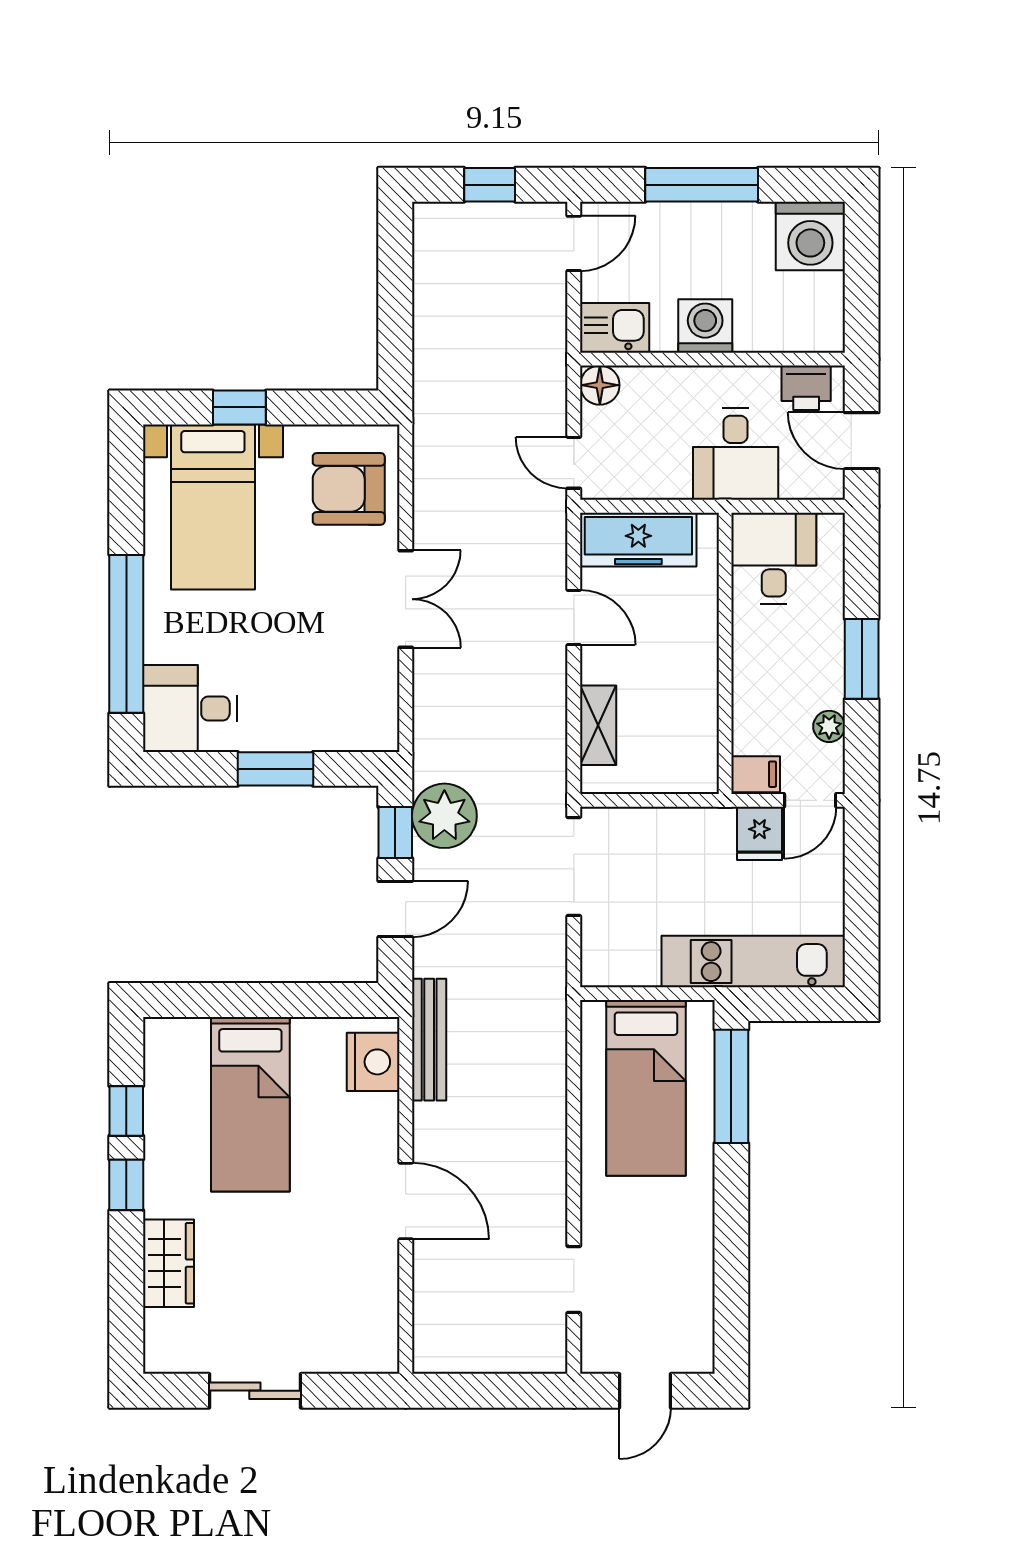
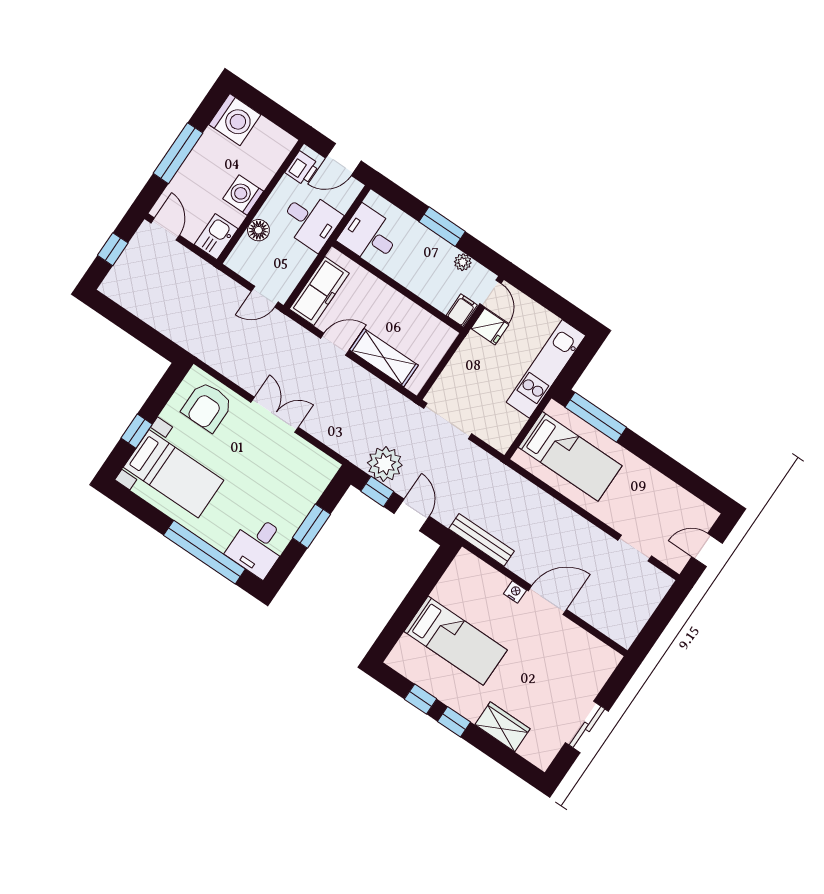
floor lamp: (600, 385) -> (258, 230), moved
shelving: (598, 725) -> (384, 358), width x1.50, depth x1.33
nightstand: (373, 1062) -> (515, 592), moved, width x0.53, depth x0.56
door: (645, 1391) -> (707, 550), swing flipped

